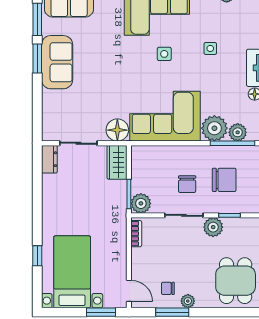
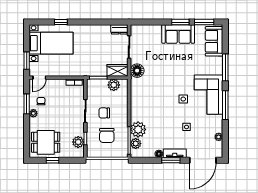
corner sofa: (165, 116) -> (145, 100), removed
plant: (141, 203) -> (114, 85), moved
plant: (213, 227) -> (78, 142), moved

